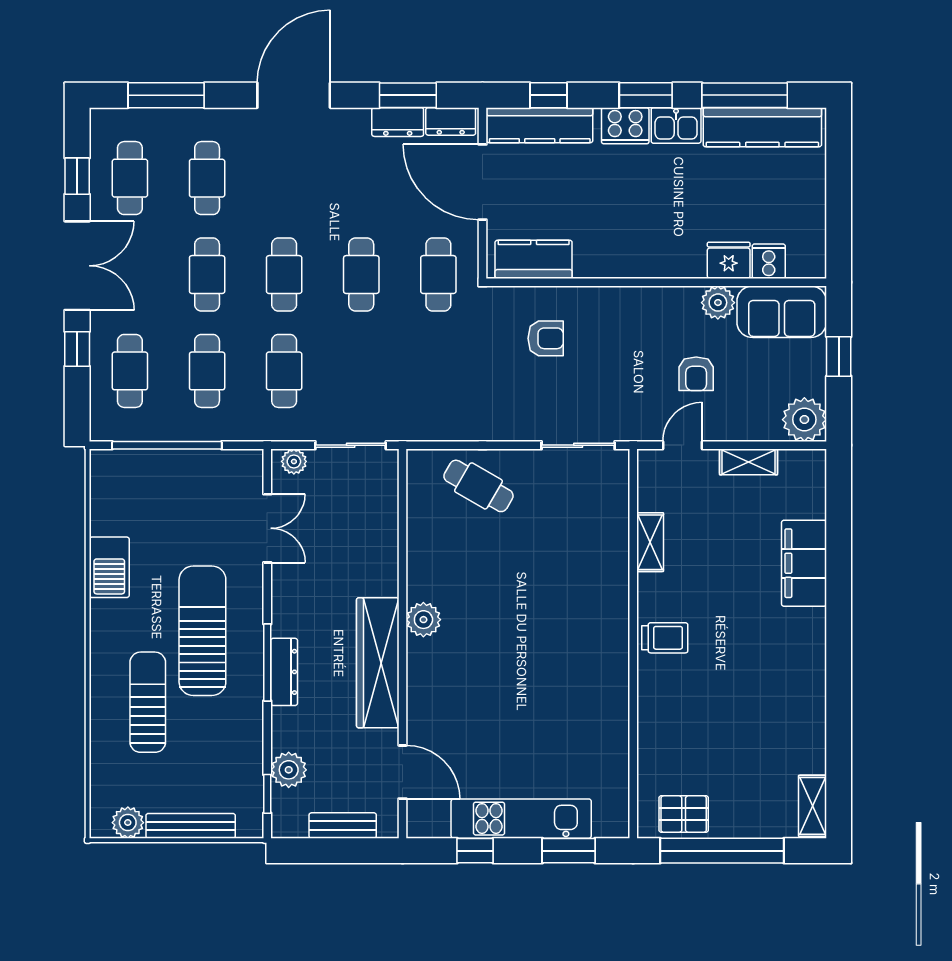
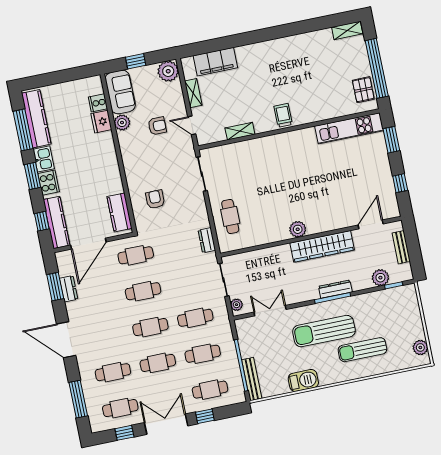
dresser: (451, 121) -> (207, 240), moved, turned 180
cafe table: (478, 486) -> (230, 216), turned -30
filing cabinet: (804, 563) -> (215, 62), moved
kitchen unit: (521, 819) -> (349, 128), moved, turned -90
bench: (191, 826) -> (252, 379), moved

